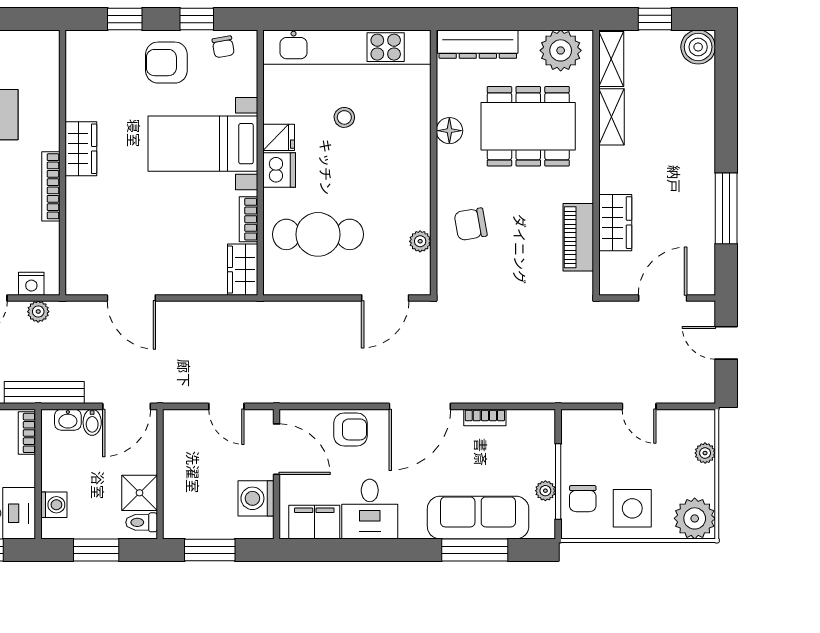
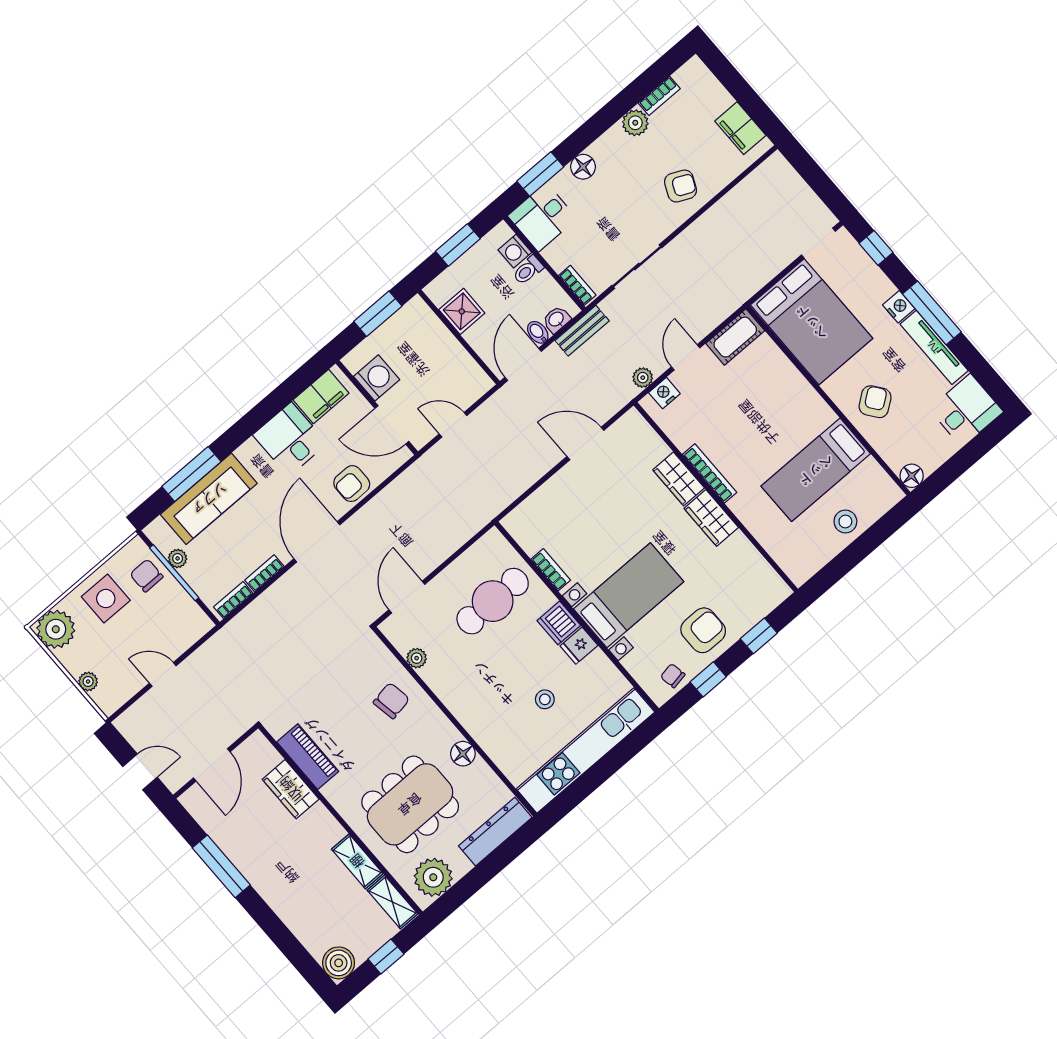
wardrobe: (243, 270) -> (679, 479), moved, turned 180
bench: (44, 392) -> (582, 331), width x0.73
bookcase: (529, 417) -> (233, 600), added
toilet: (142, 522) -> (528, 270), moved, turned 180

